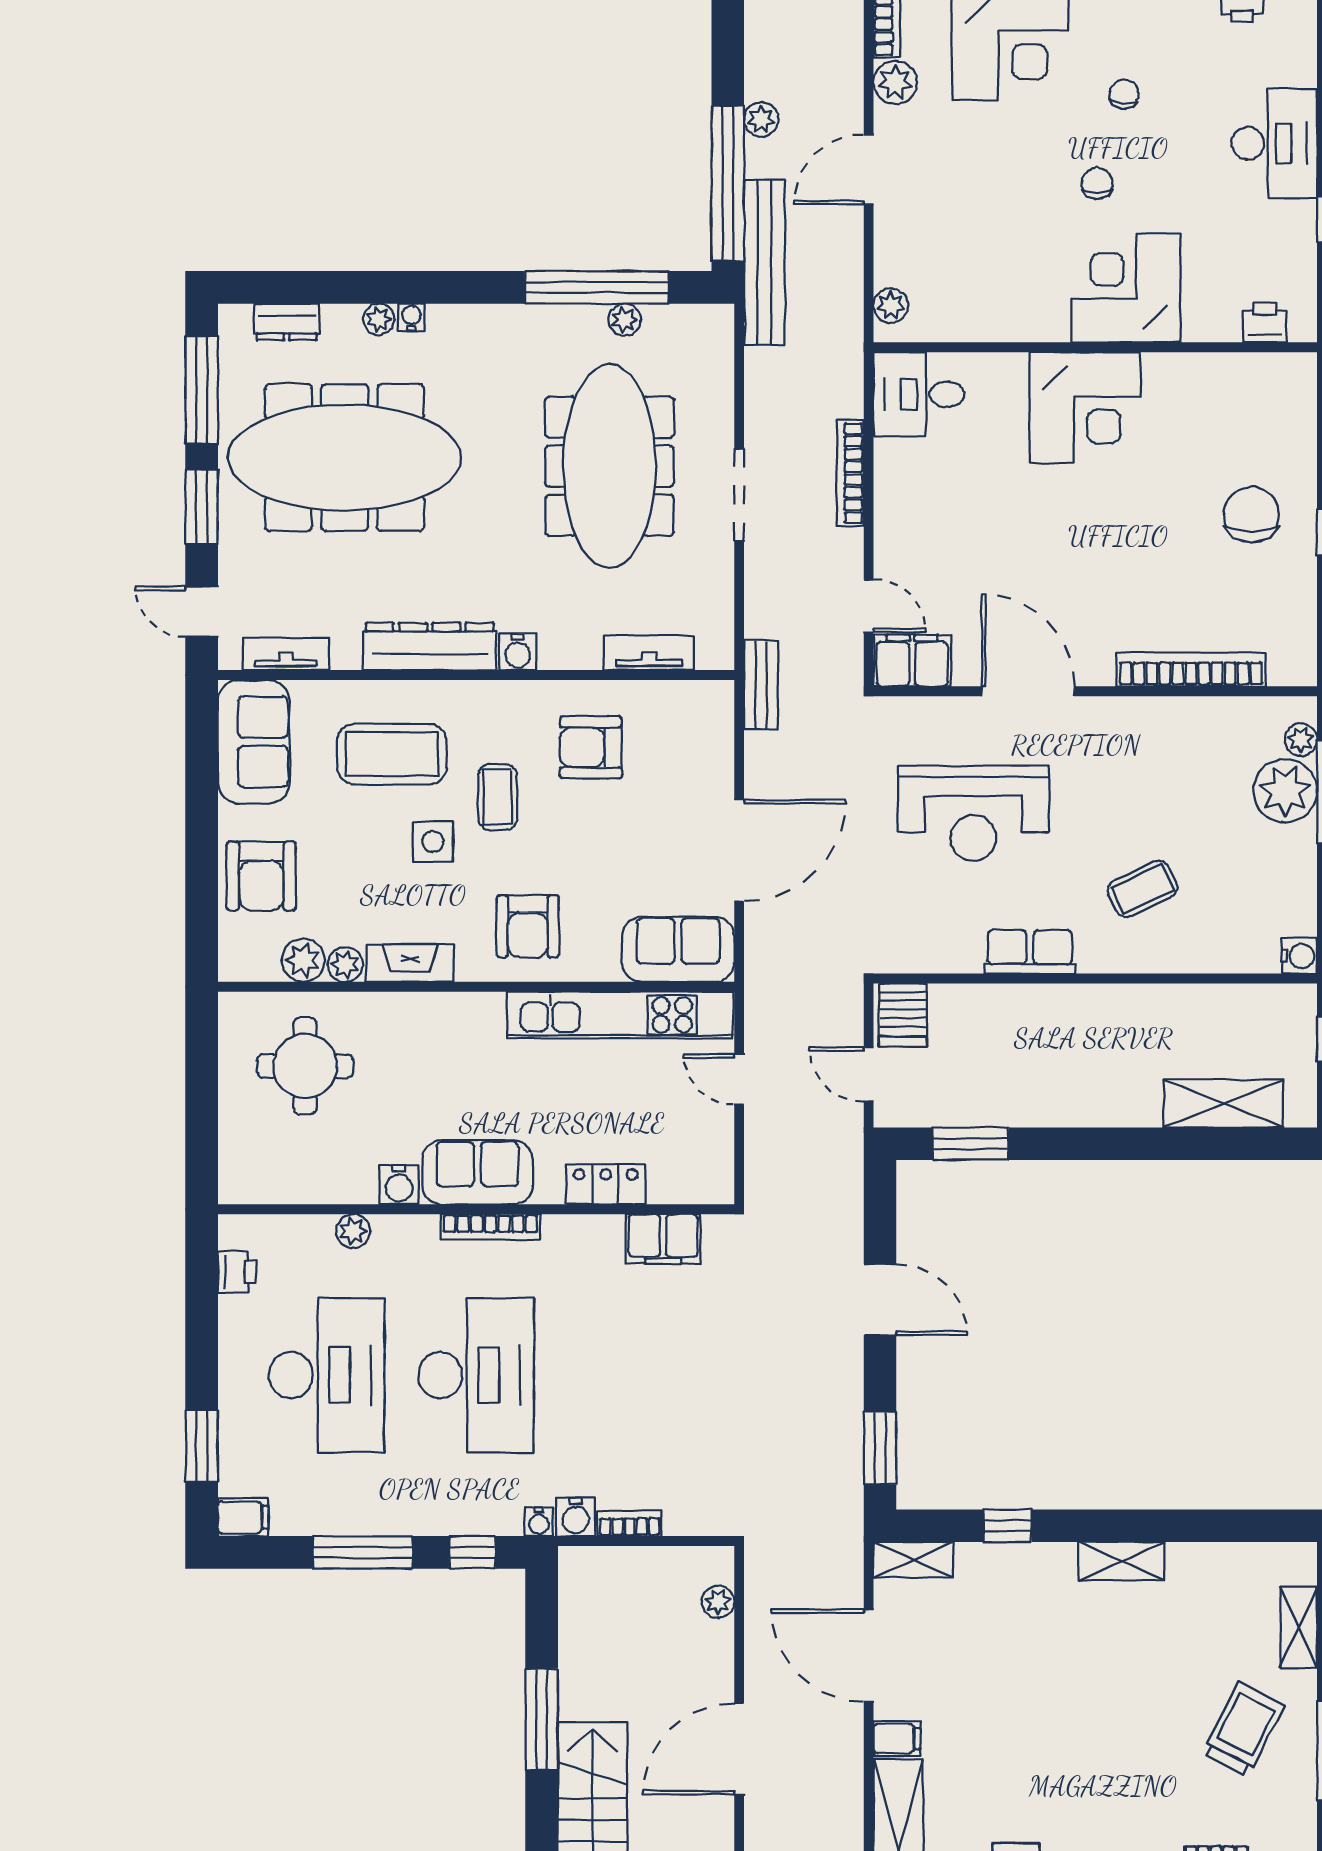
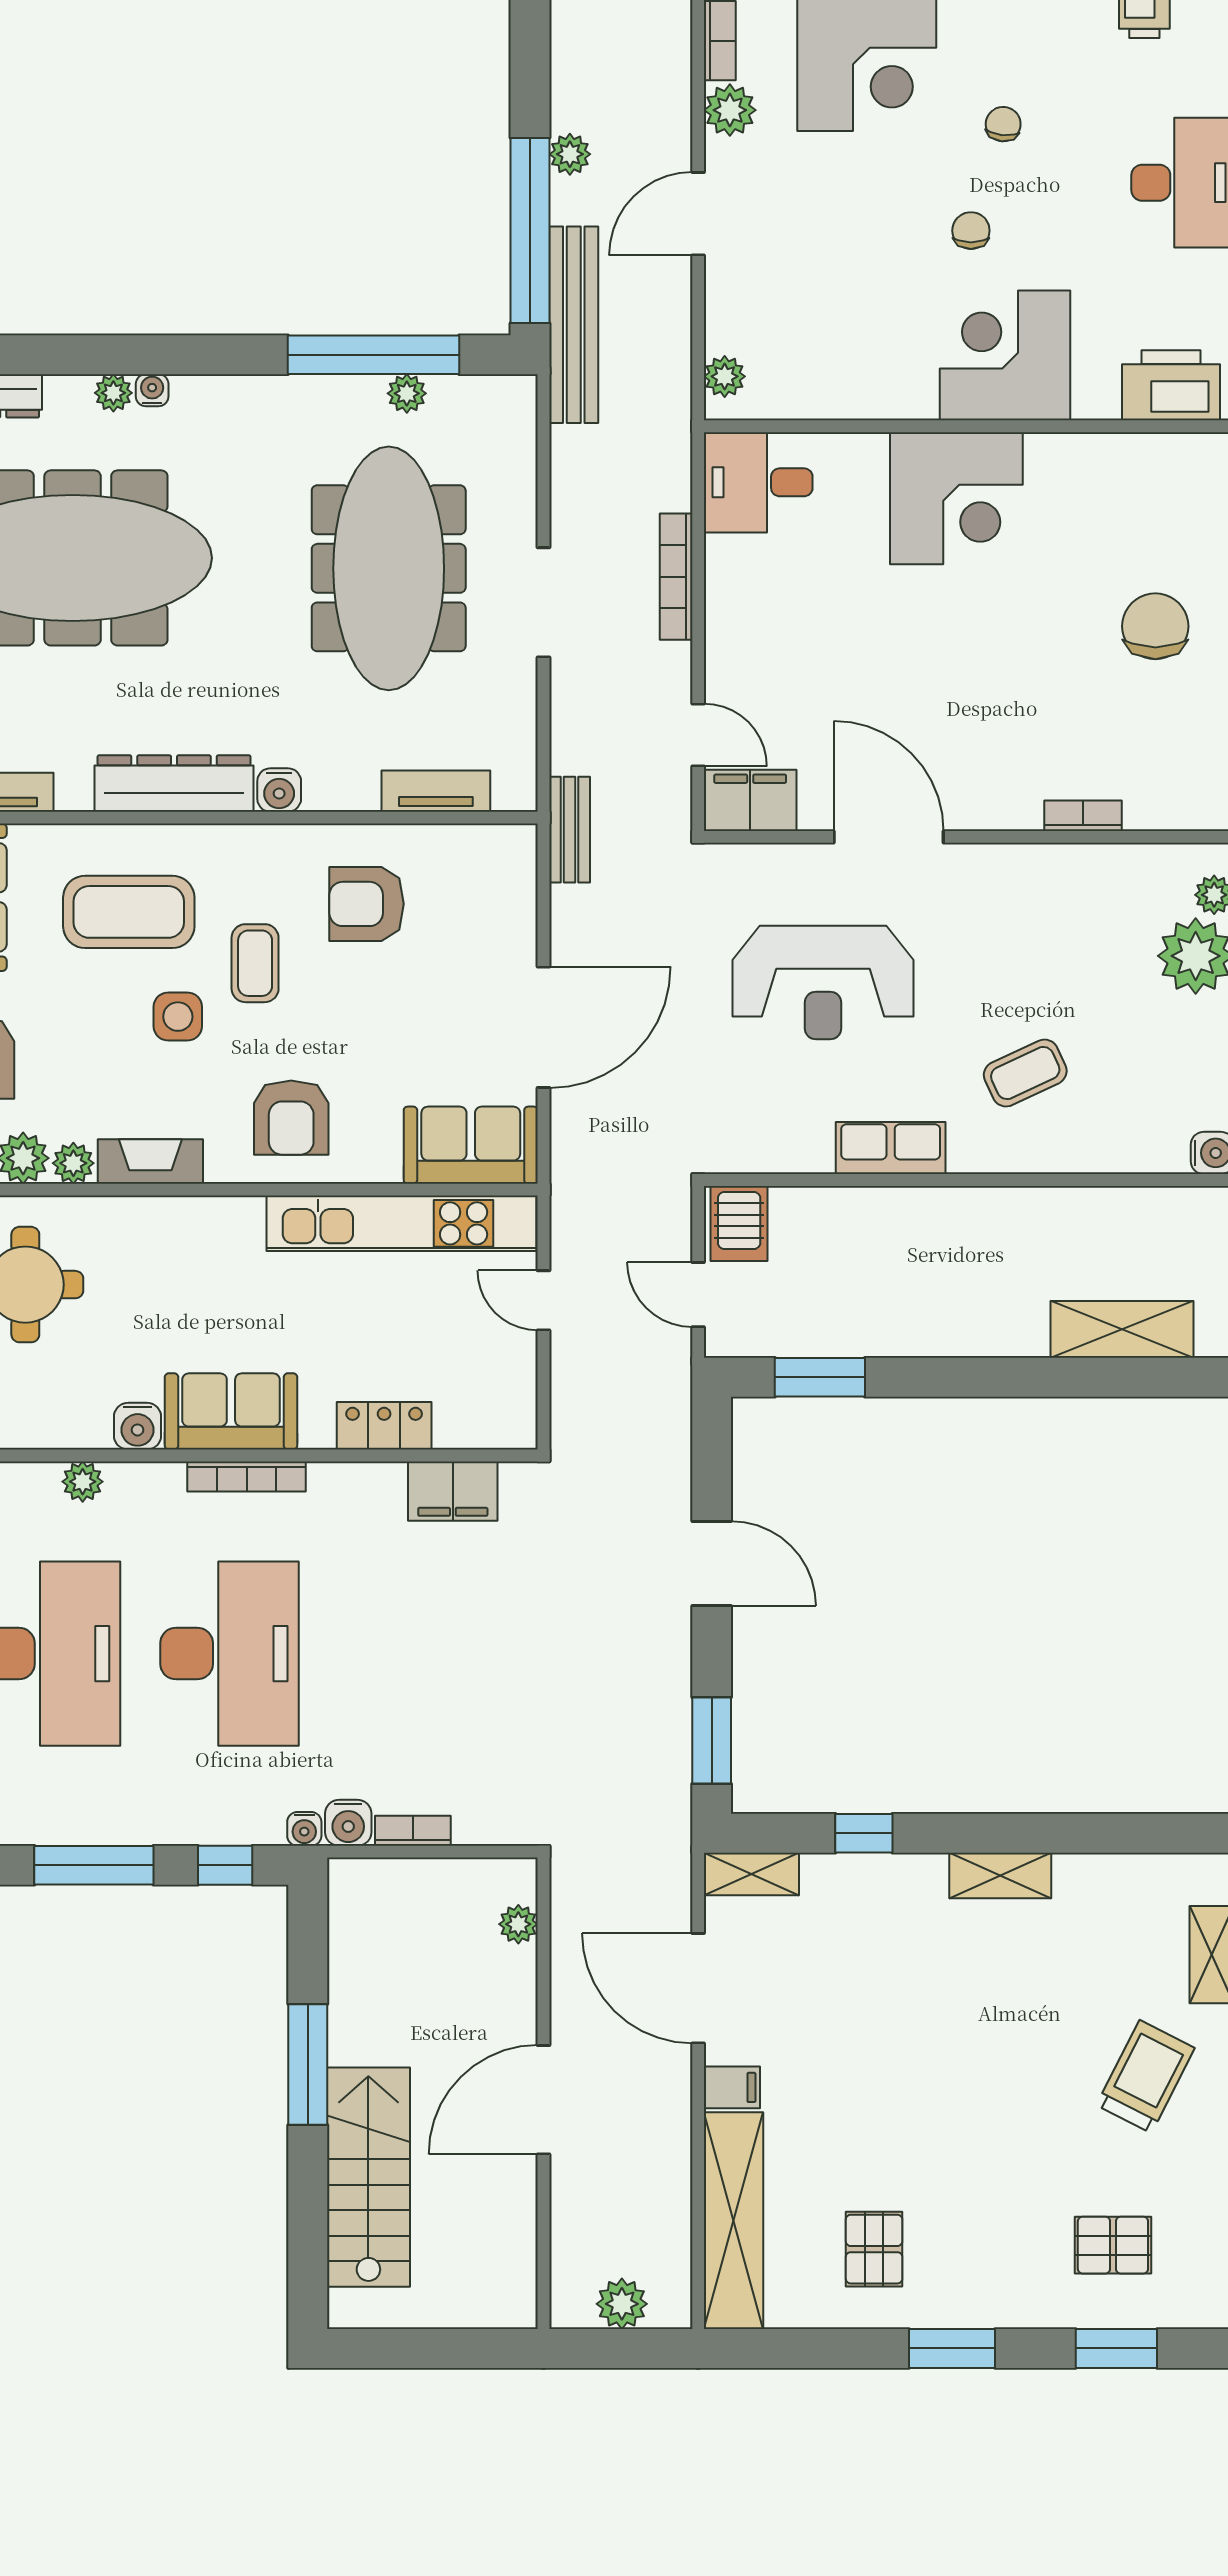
printer: (1265, 323) -> (1171, 385), width x1.87, depth x1.48
bookcase: (1191, 669) -> (1083, 816), width x0.43, depth x0.76

